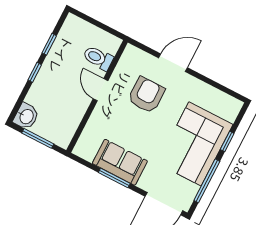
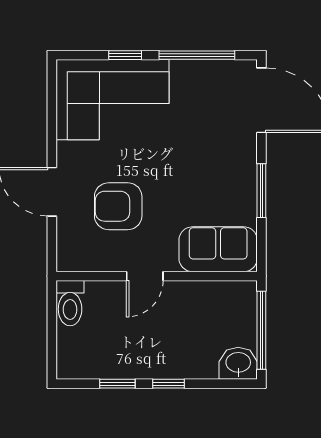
toilet: (98, 58) -> (70, 303), moved
window: (38, 138) -> (261, 330), width x1.44
corner sofa: (195, 144) -> (113, 100), moved
sofa: (120, 162) -> (218, 249), moved, turned 90

